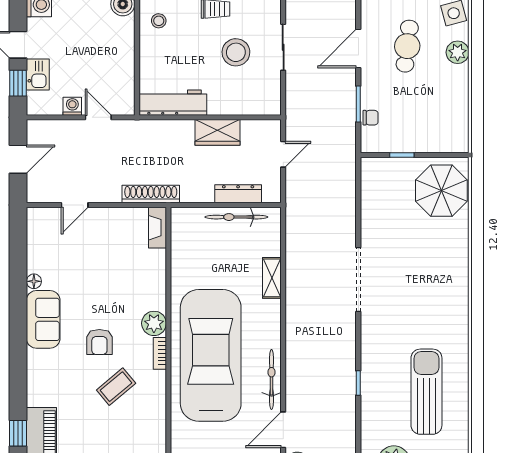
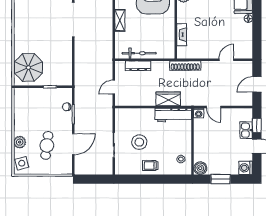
washing machine: (72, 106) -> (199, 113), moved
wardrobe: (217, 132) -> (168, 99), moved
fireplace: (157, 228) -> (182, 35), moved

